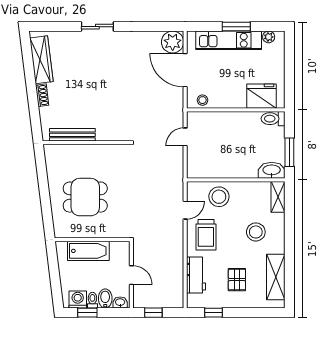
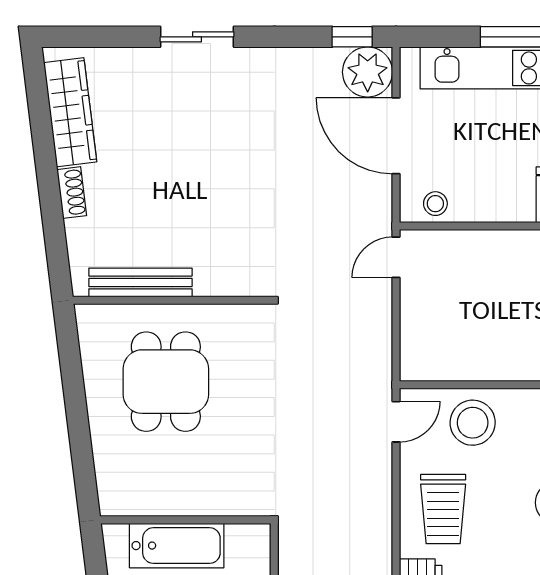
window: (166, 27) -> (352, 37), added
door: (185, 137) -> (396, 257), moved
dining table: (85, 197) -> (166, 382), moved, turned 90
door: (185, 210) -> (396, 422), moved

